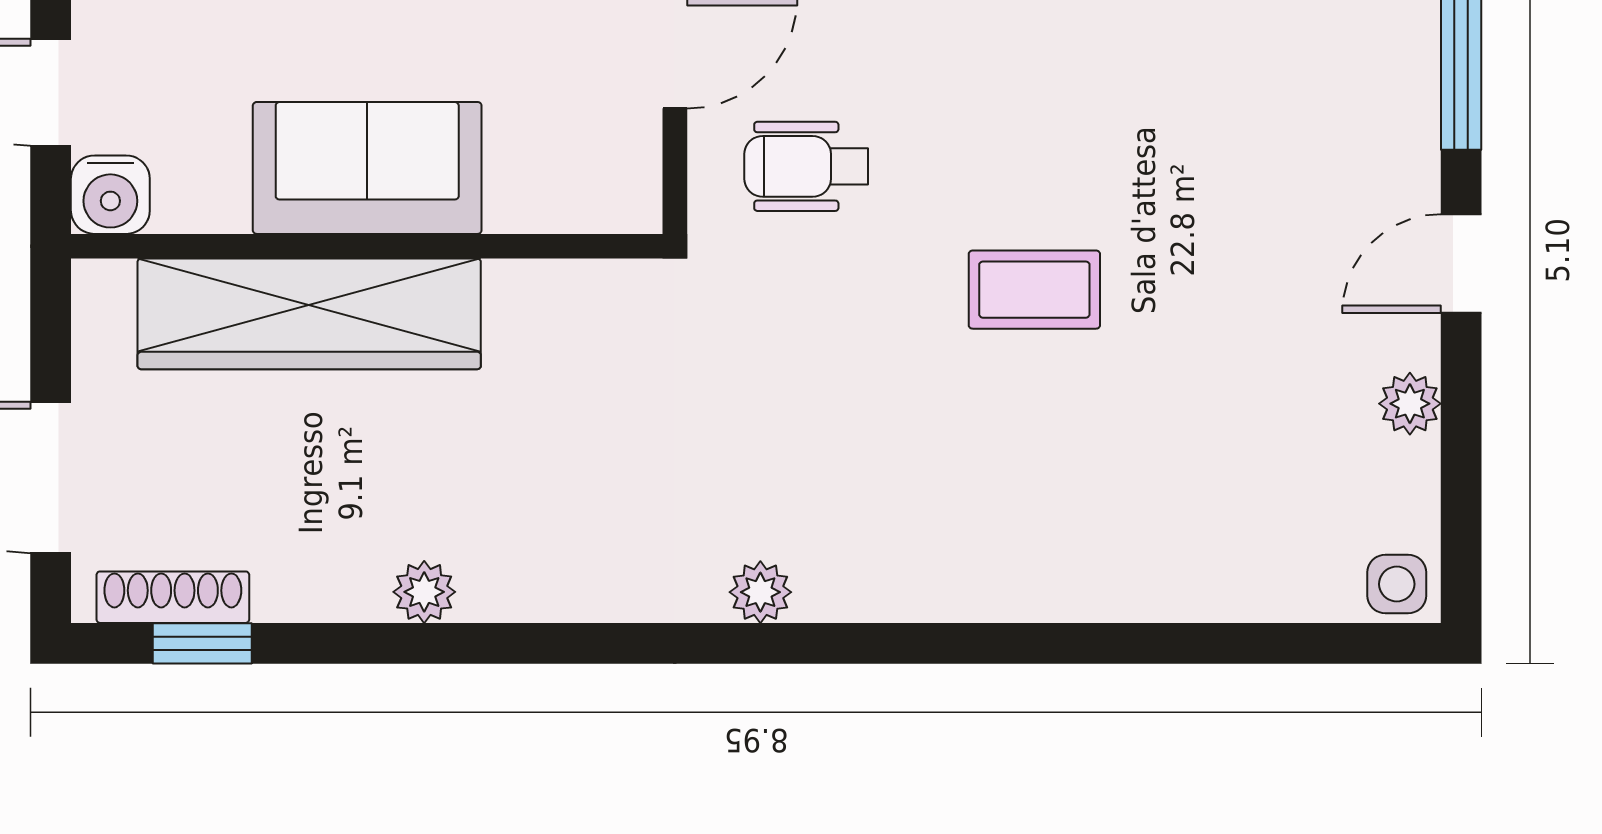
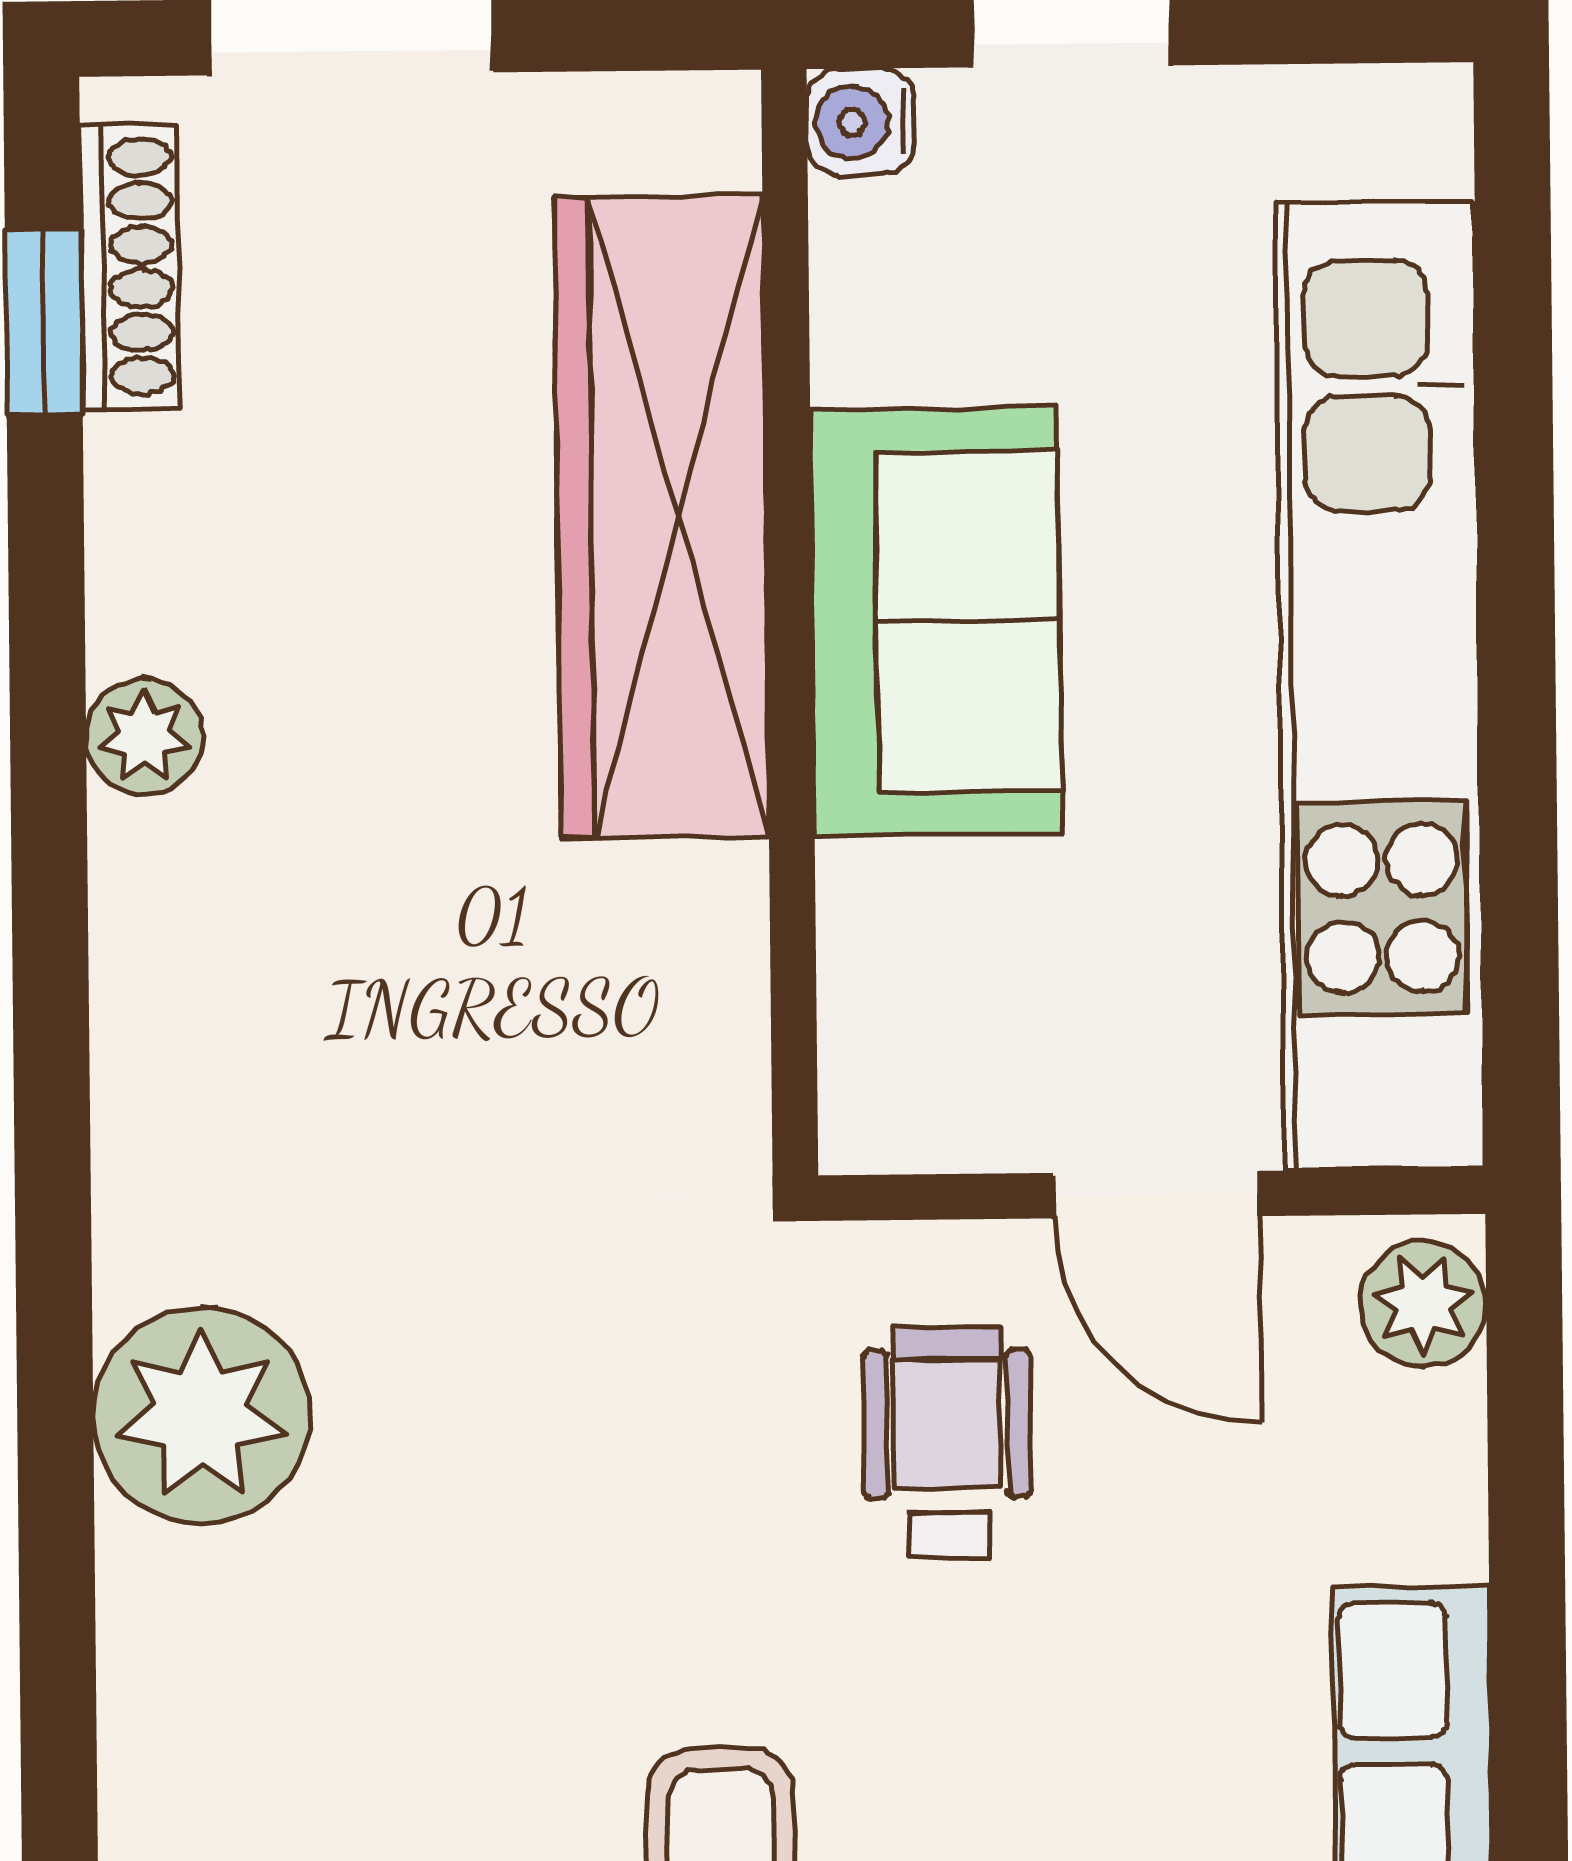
water cooler: (110, 195) -> (860, 122), width x0.72, depth x0.72
plant: (760, 592) -> (202, 1415), width x1.88, depth x1.88

